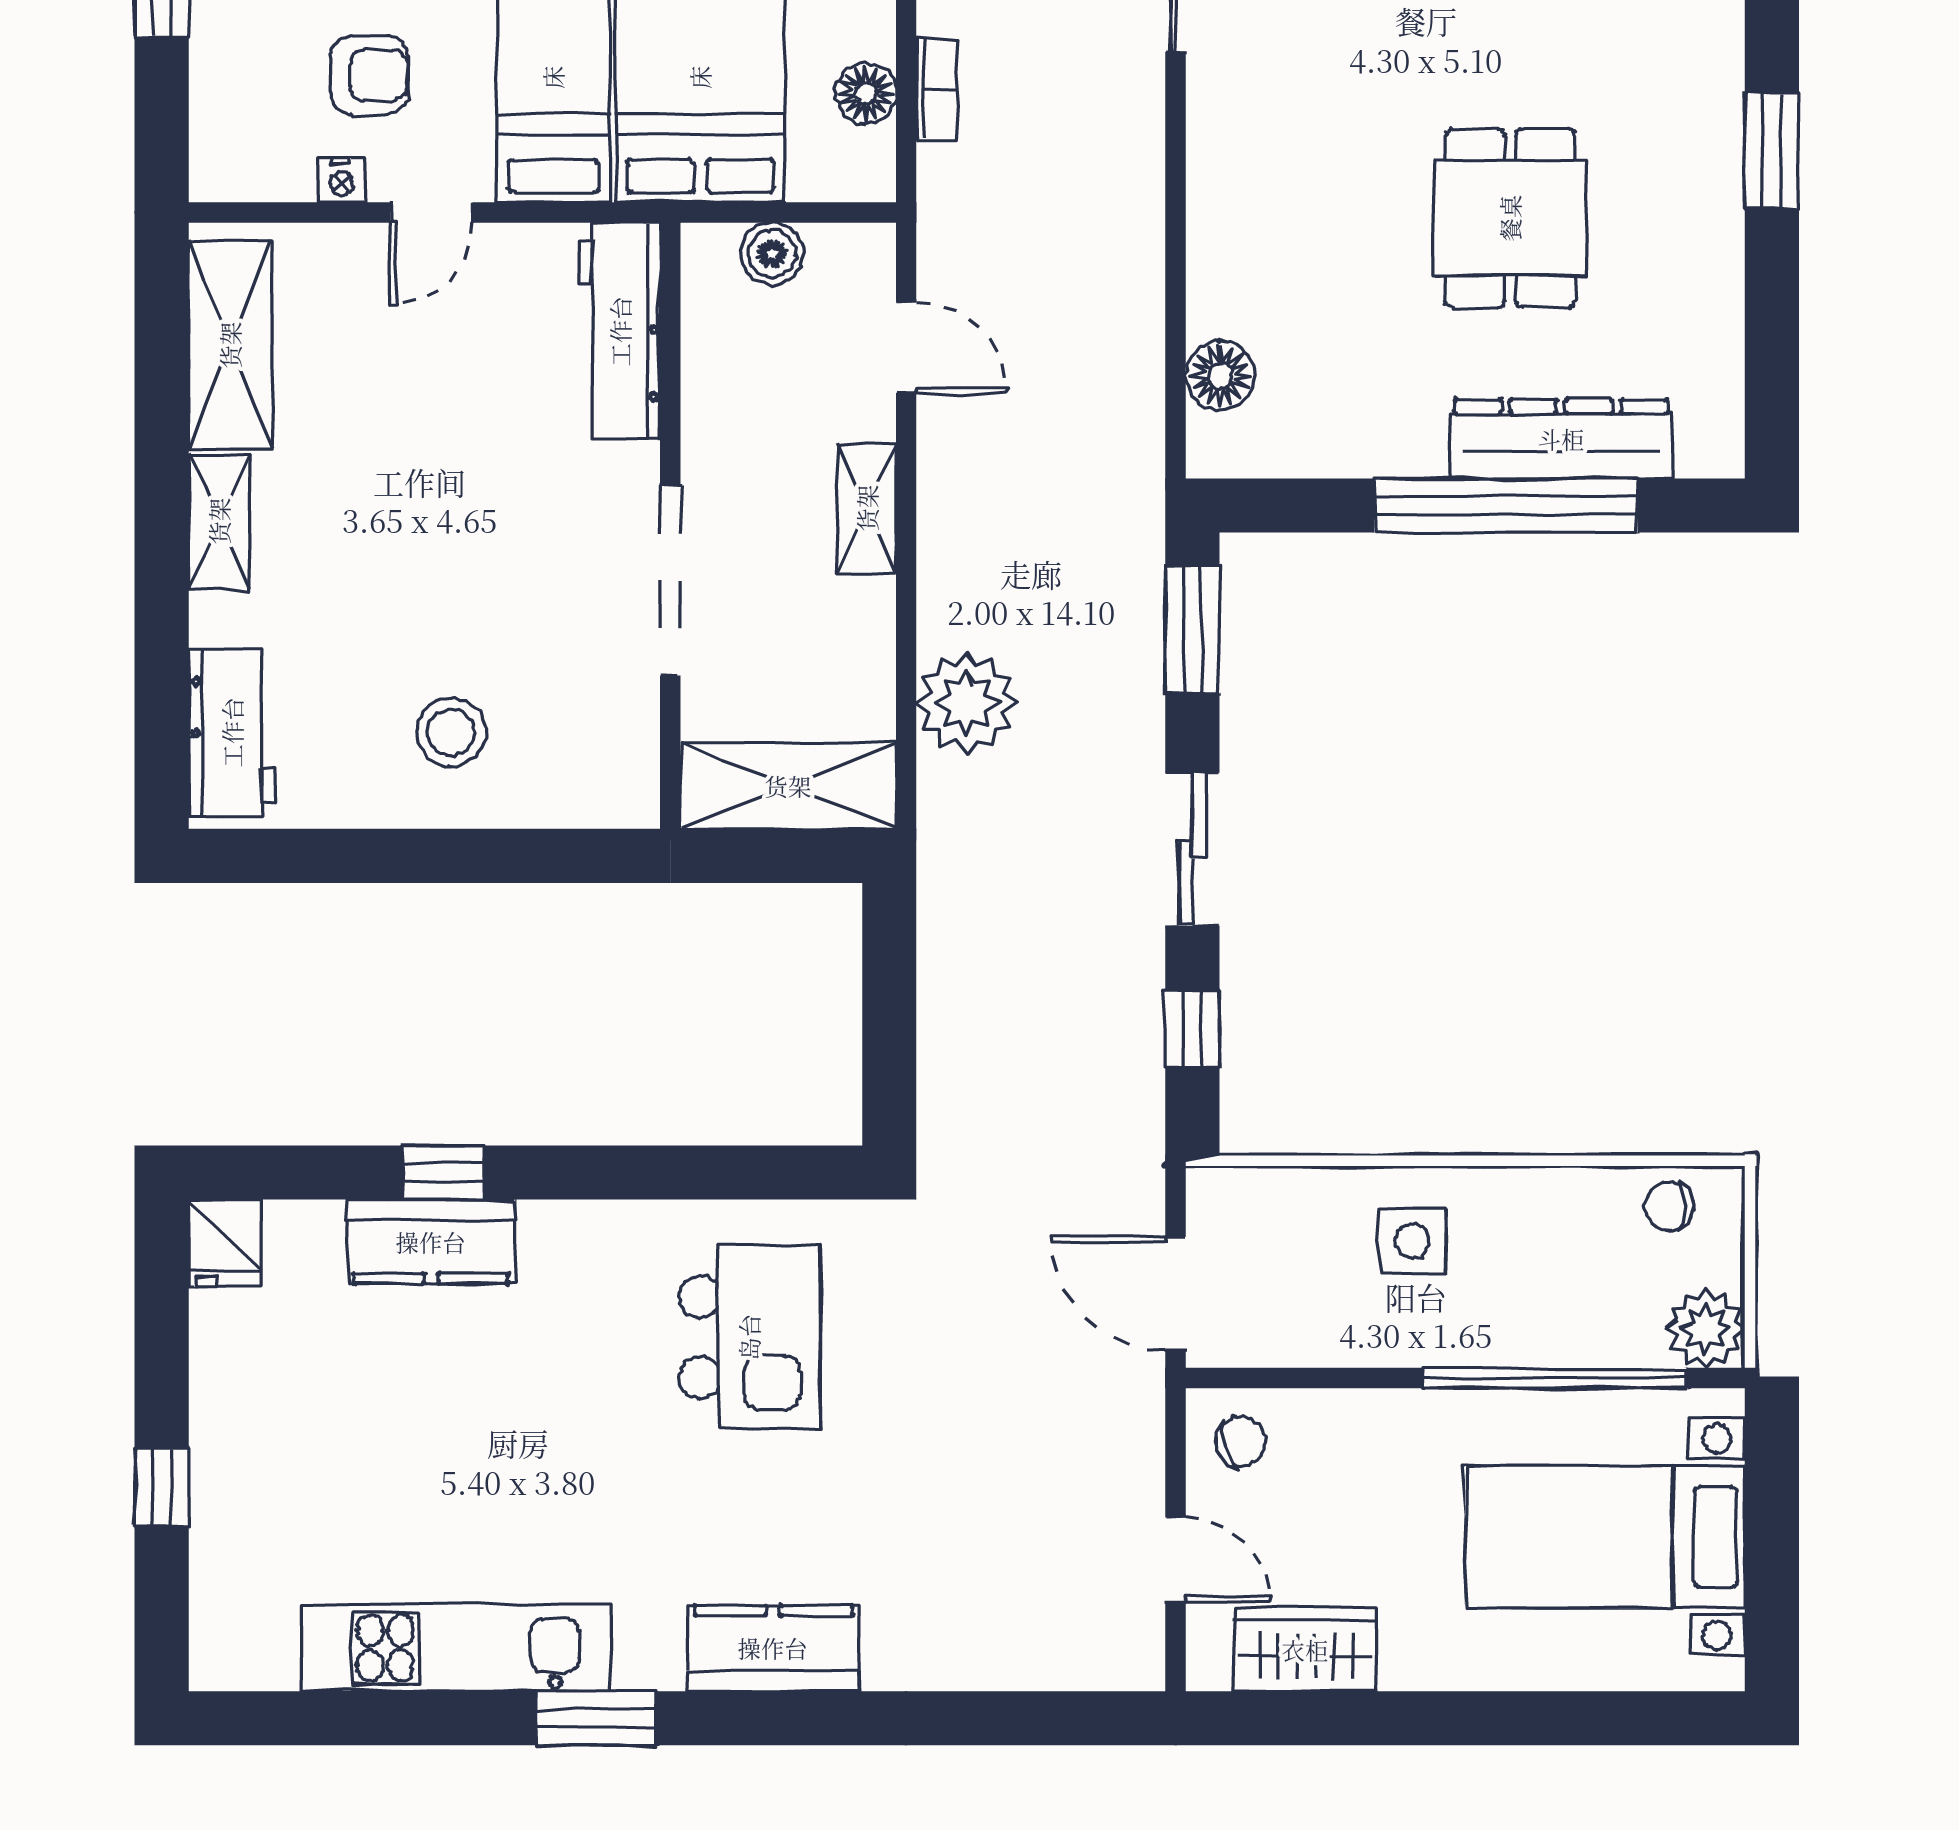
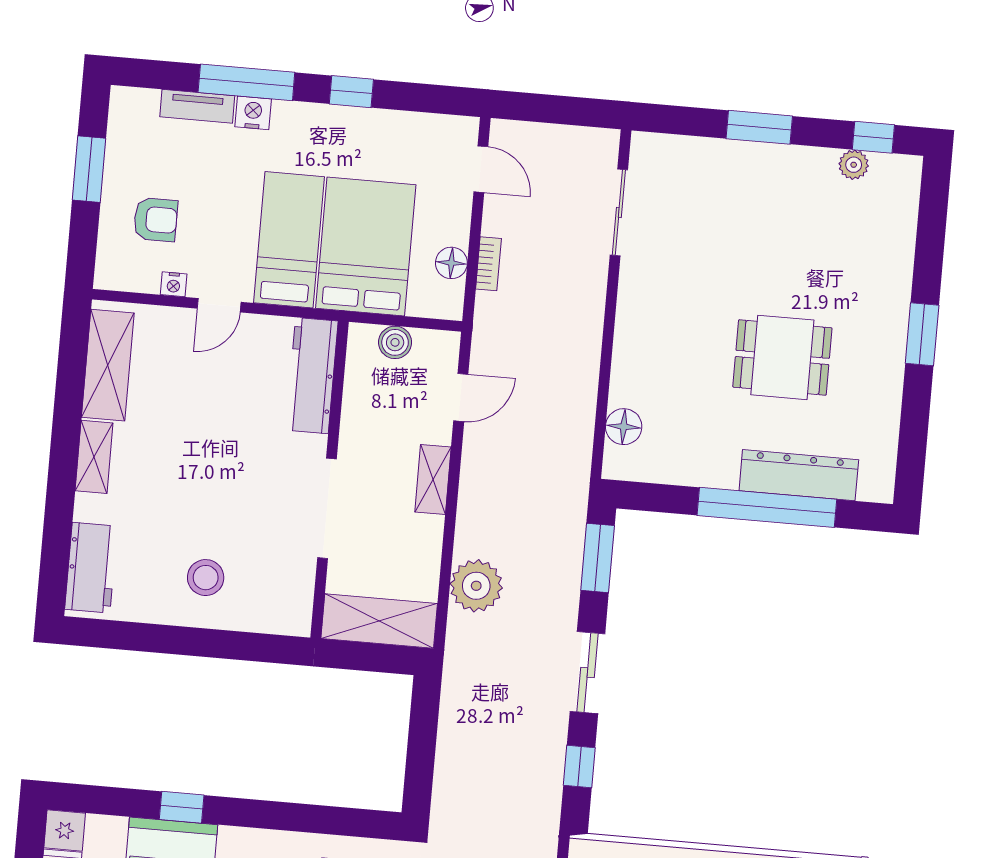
armchair: (369, 75) -> (156, 220), moved
dining table: (1510, 218) -> (782, 357), turned 90
door: (906, 348) -> (461, 398), hinge flipped

